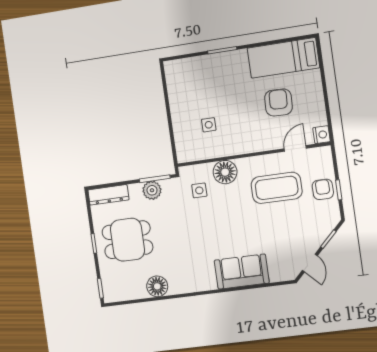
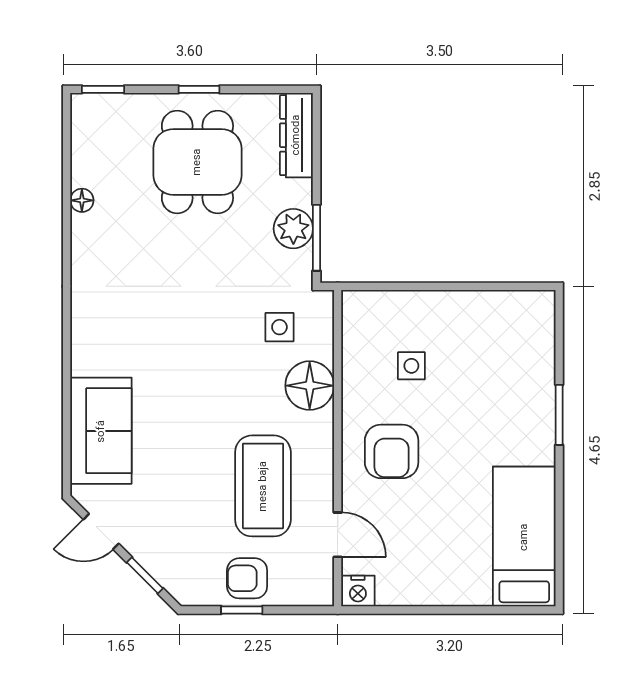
armchair: (278, 102) -> (392, 451), moved, turned 88
armchair: (323, 189) -> (247, 578), turned 180
sofa: (242, 272) -> (101, 431), moved
floor lamp: (157, 286) -> (82, 200), width x0.53, depth x0.53

